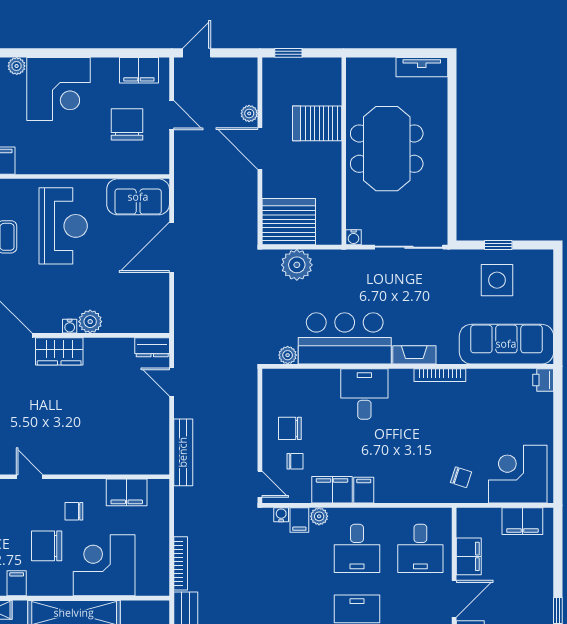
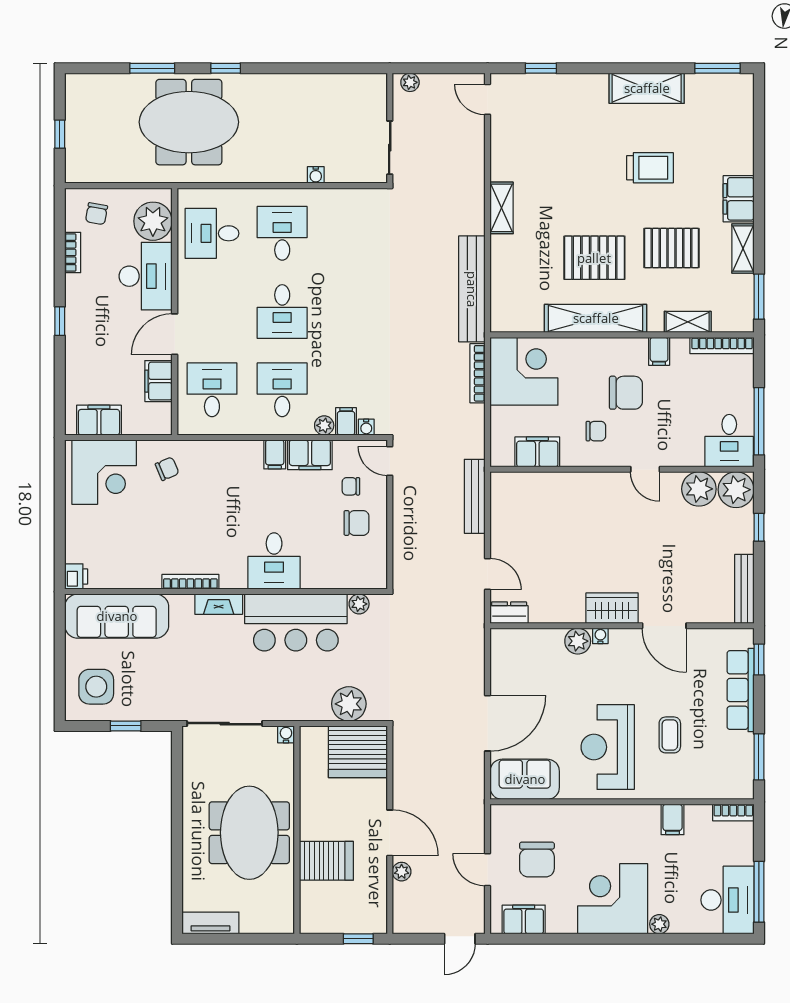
side table: (497, 280) -> (96, 687), moved
chair: (461, 477) -> (167, 469), turned 139
corner desk: (104, 565) -> (524, 371), moved, turned -90

